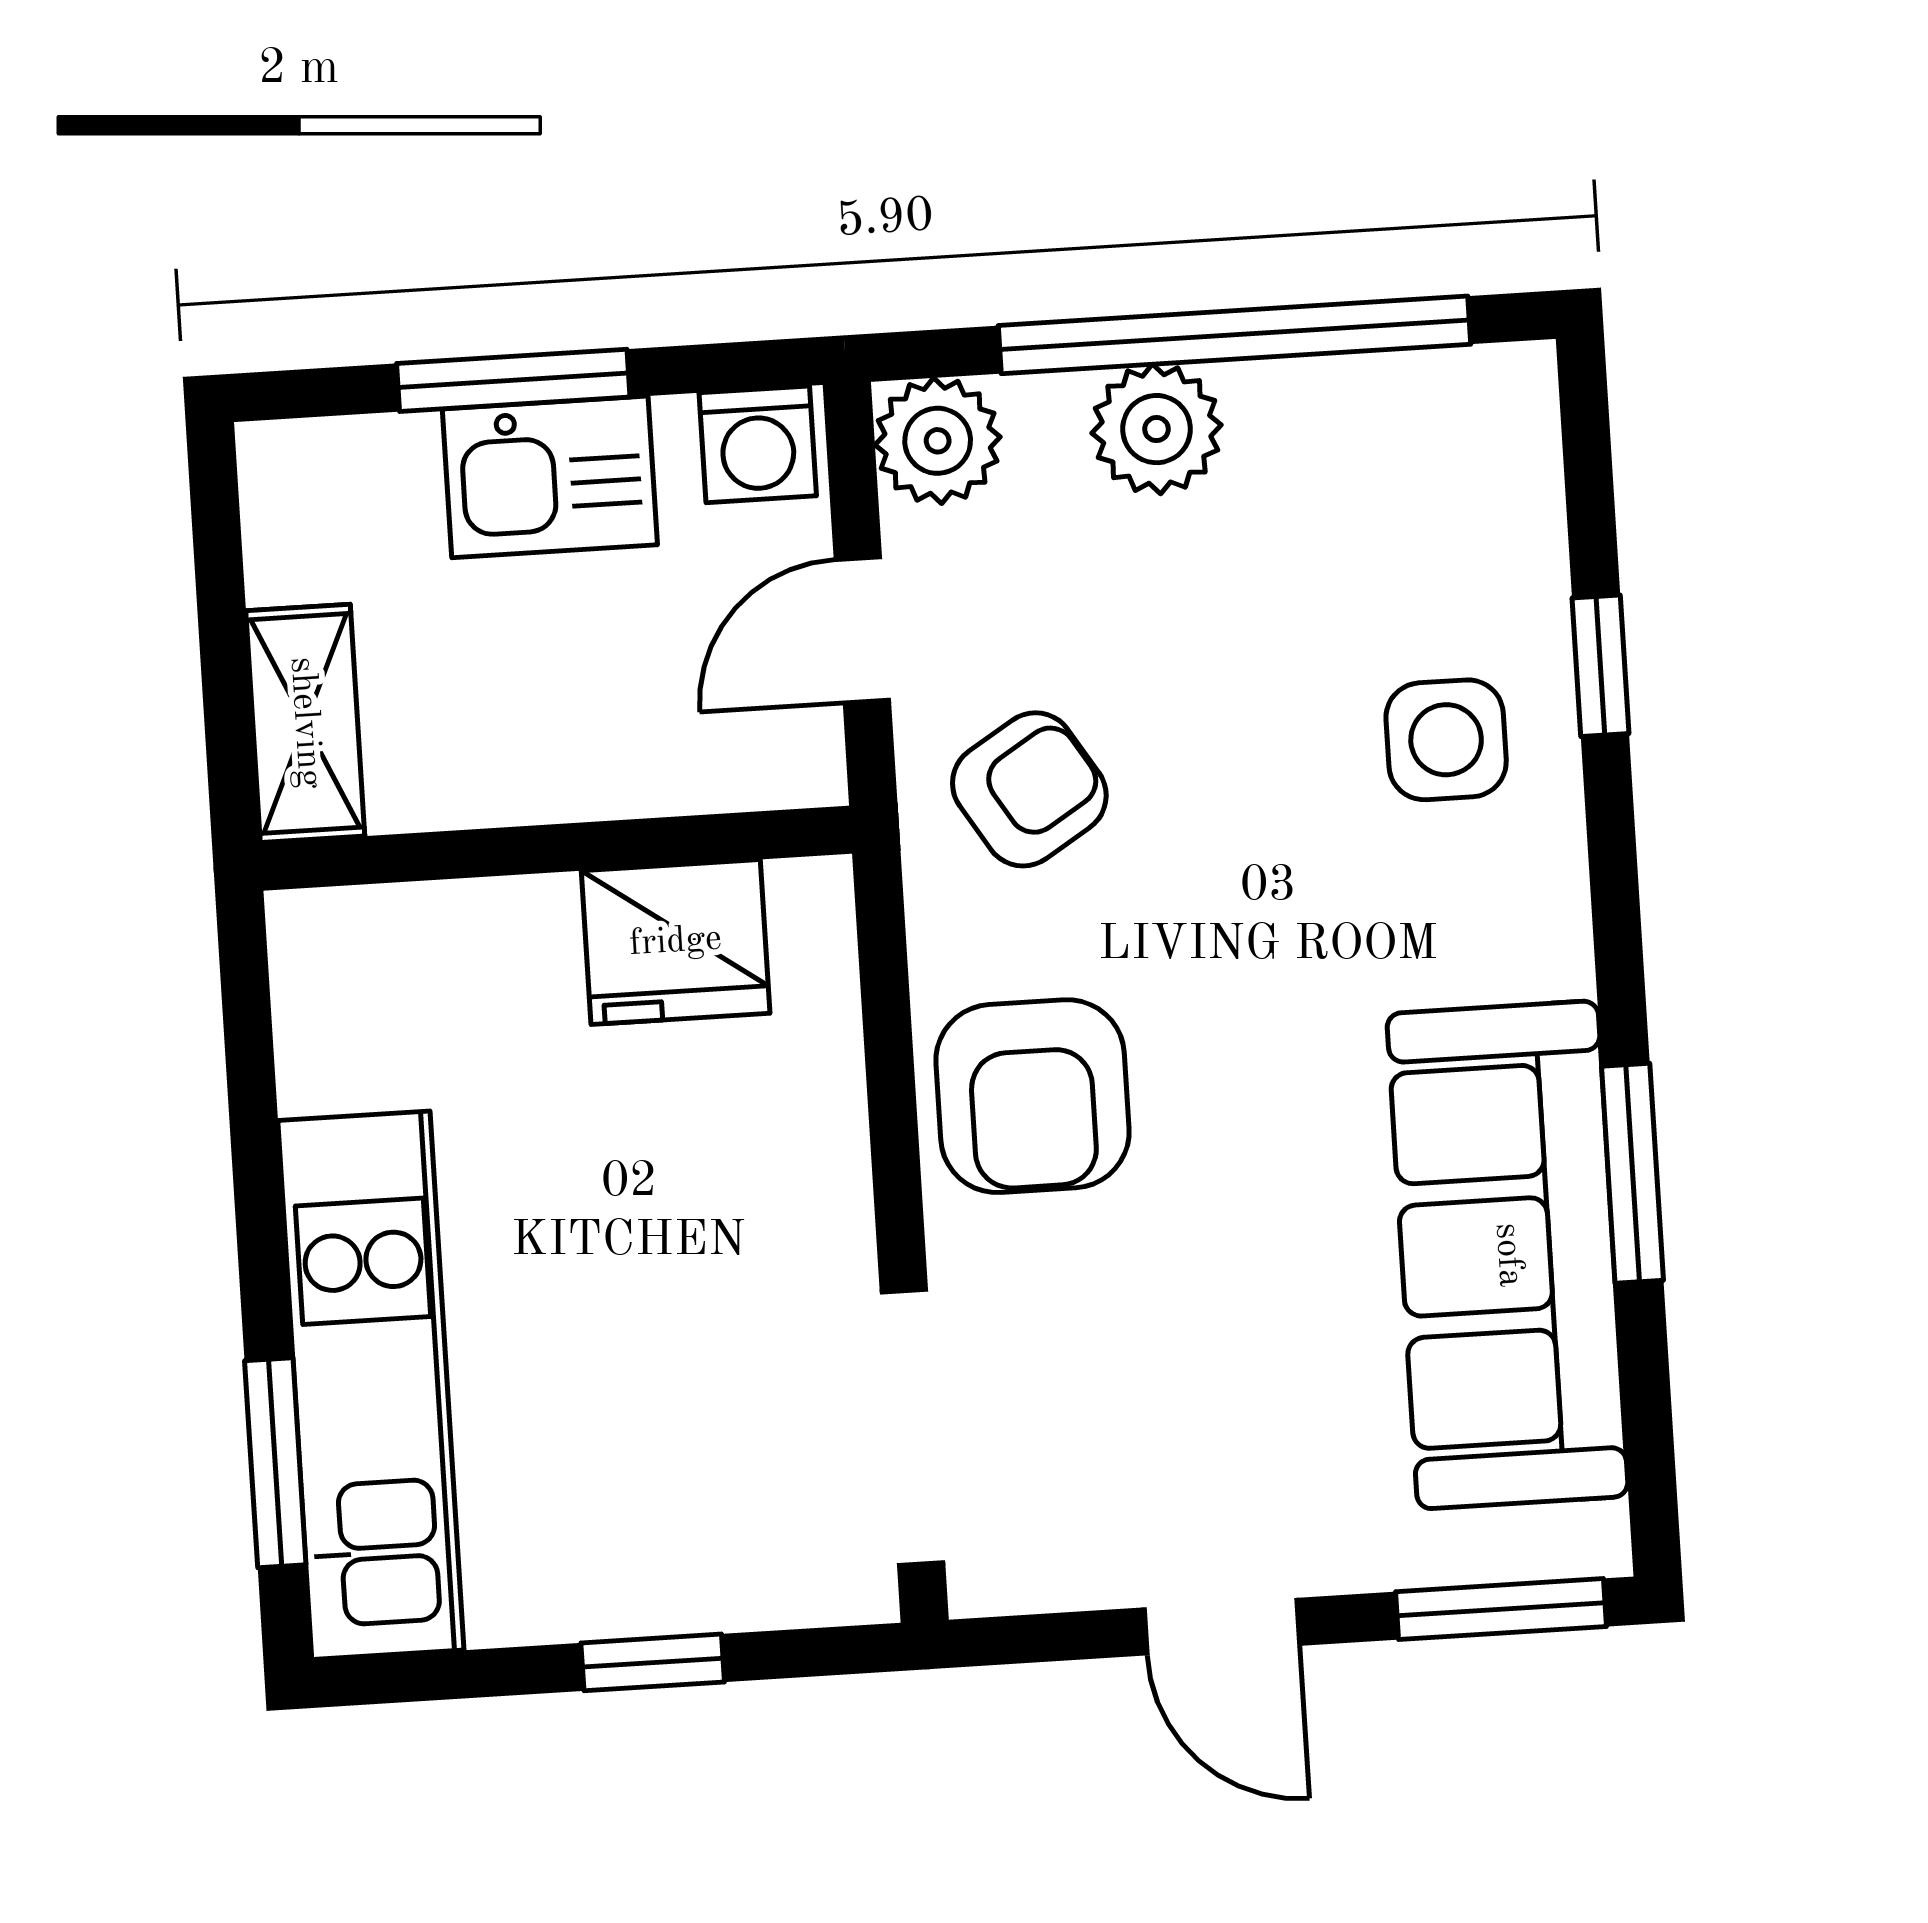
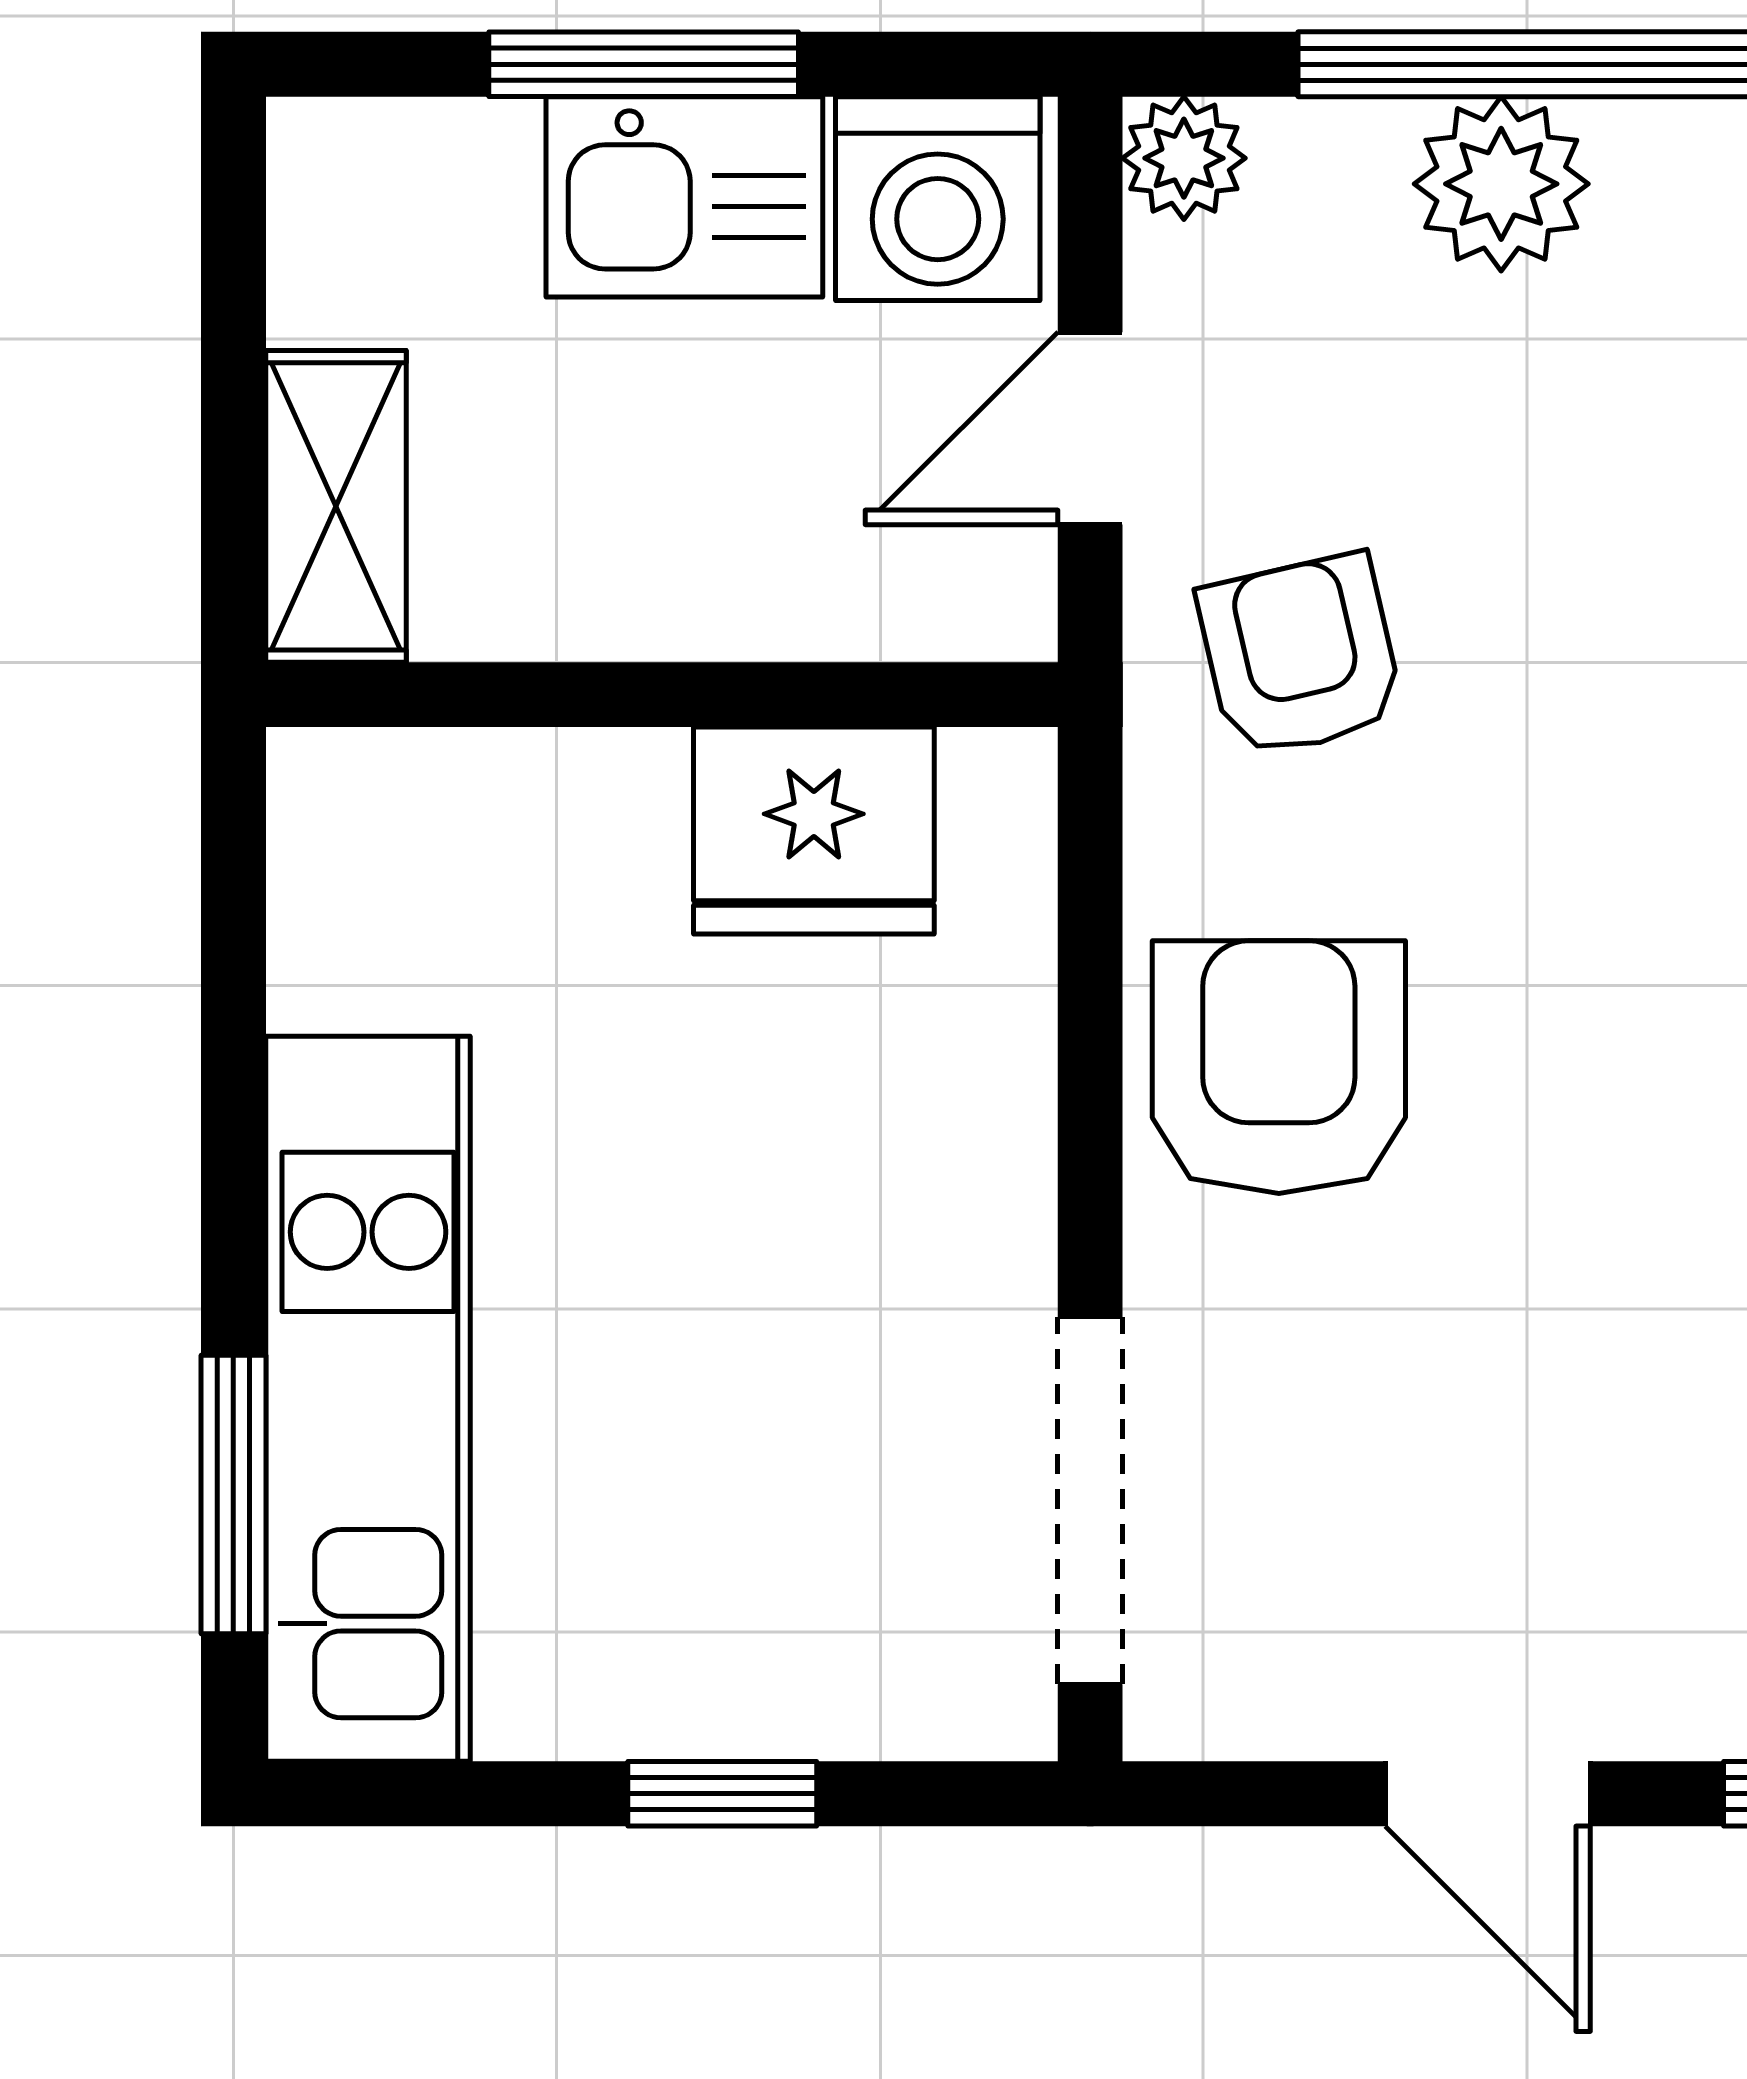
plant: (938, 441) -> (1184, 158), width x0.73, depth x0.73
washing machine: (758, 444) -> (938, 199), width x1.38, depth x1.38
armchair: (1029, 789) -> (1300, 656), turned -71
armchair: (1032, 1096) -> (1279, 1067), turned 180

